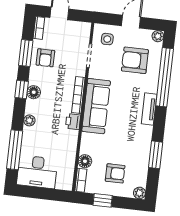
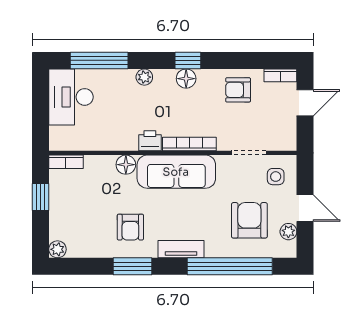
plant: (158, 36) -> (288, 232), moved
window: (26, 53) -> (242, 60), removed
window: (156, 155) -> (132, 266), moved
floor lamp: (85, 161) -> (126, 165), moved
armchair: (115, 173) -> (130, 227), moved

